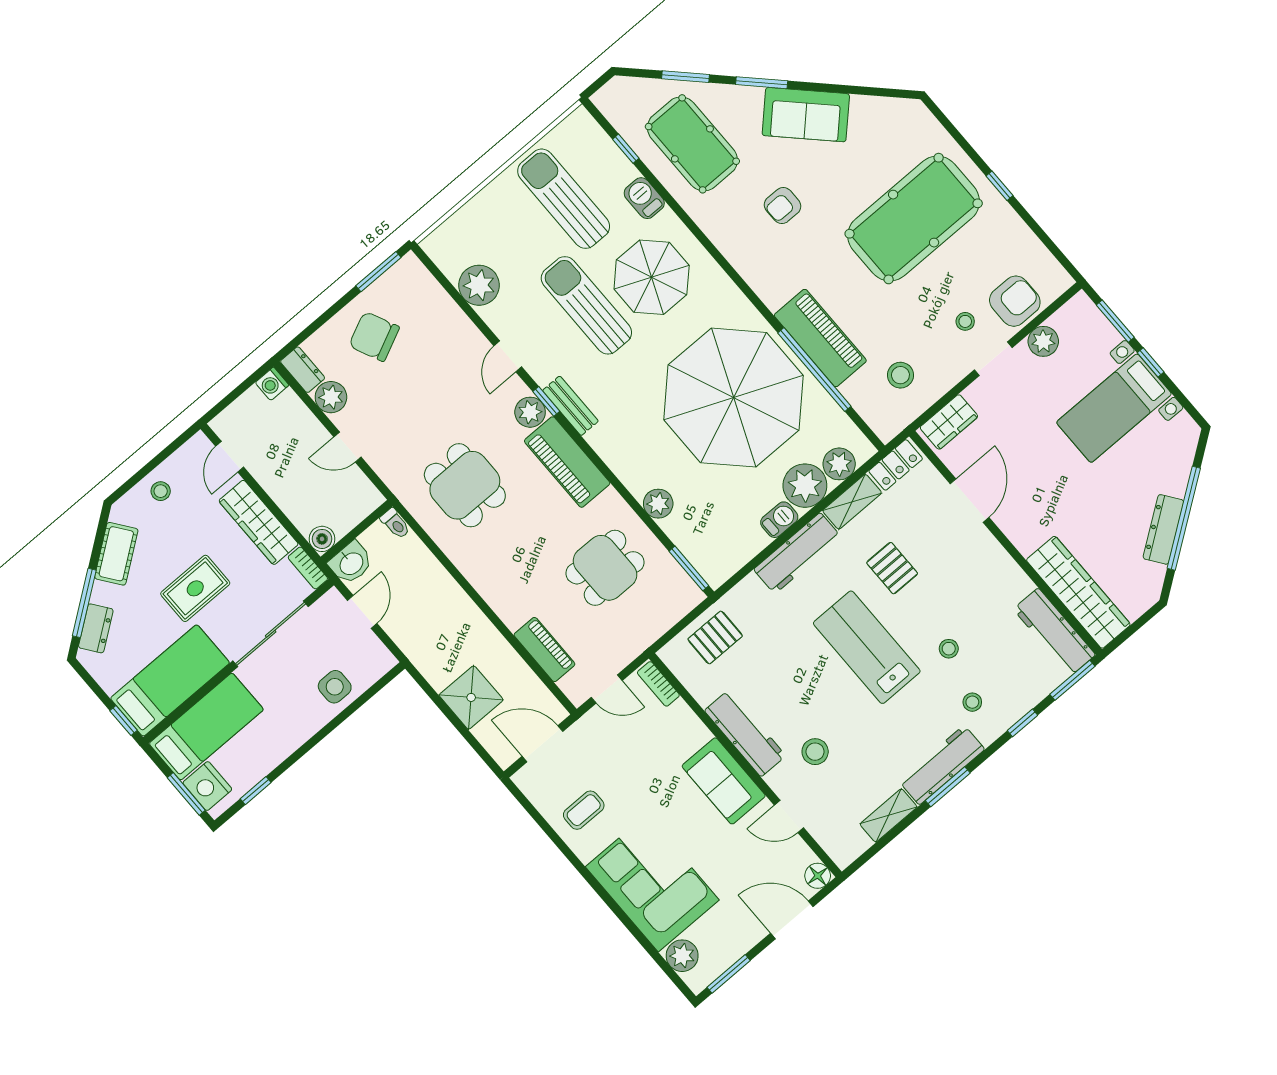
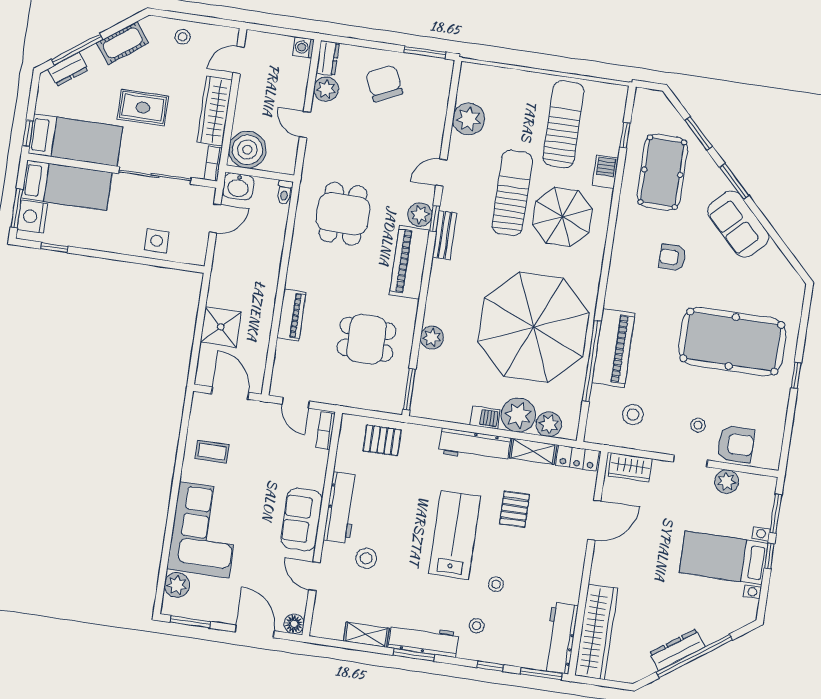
boiler: (322, 539) -> (247, 150), width x1.86, depth x1.86
piano: (544, 649) -> (291, 315), moved

